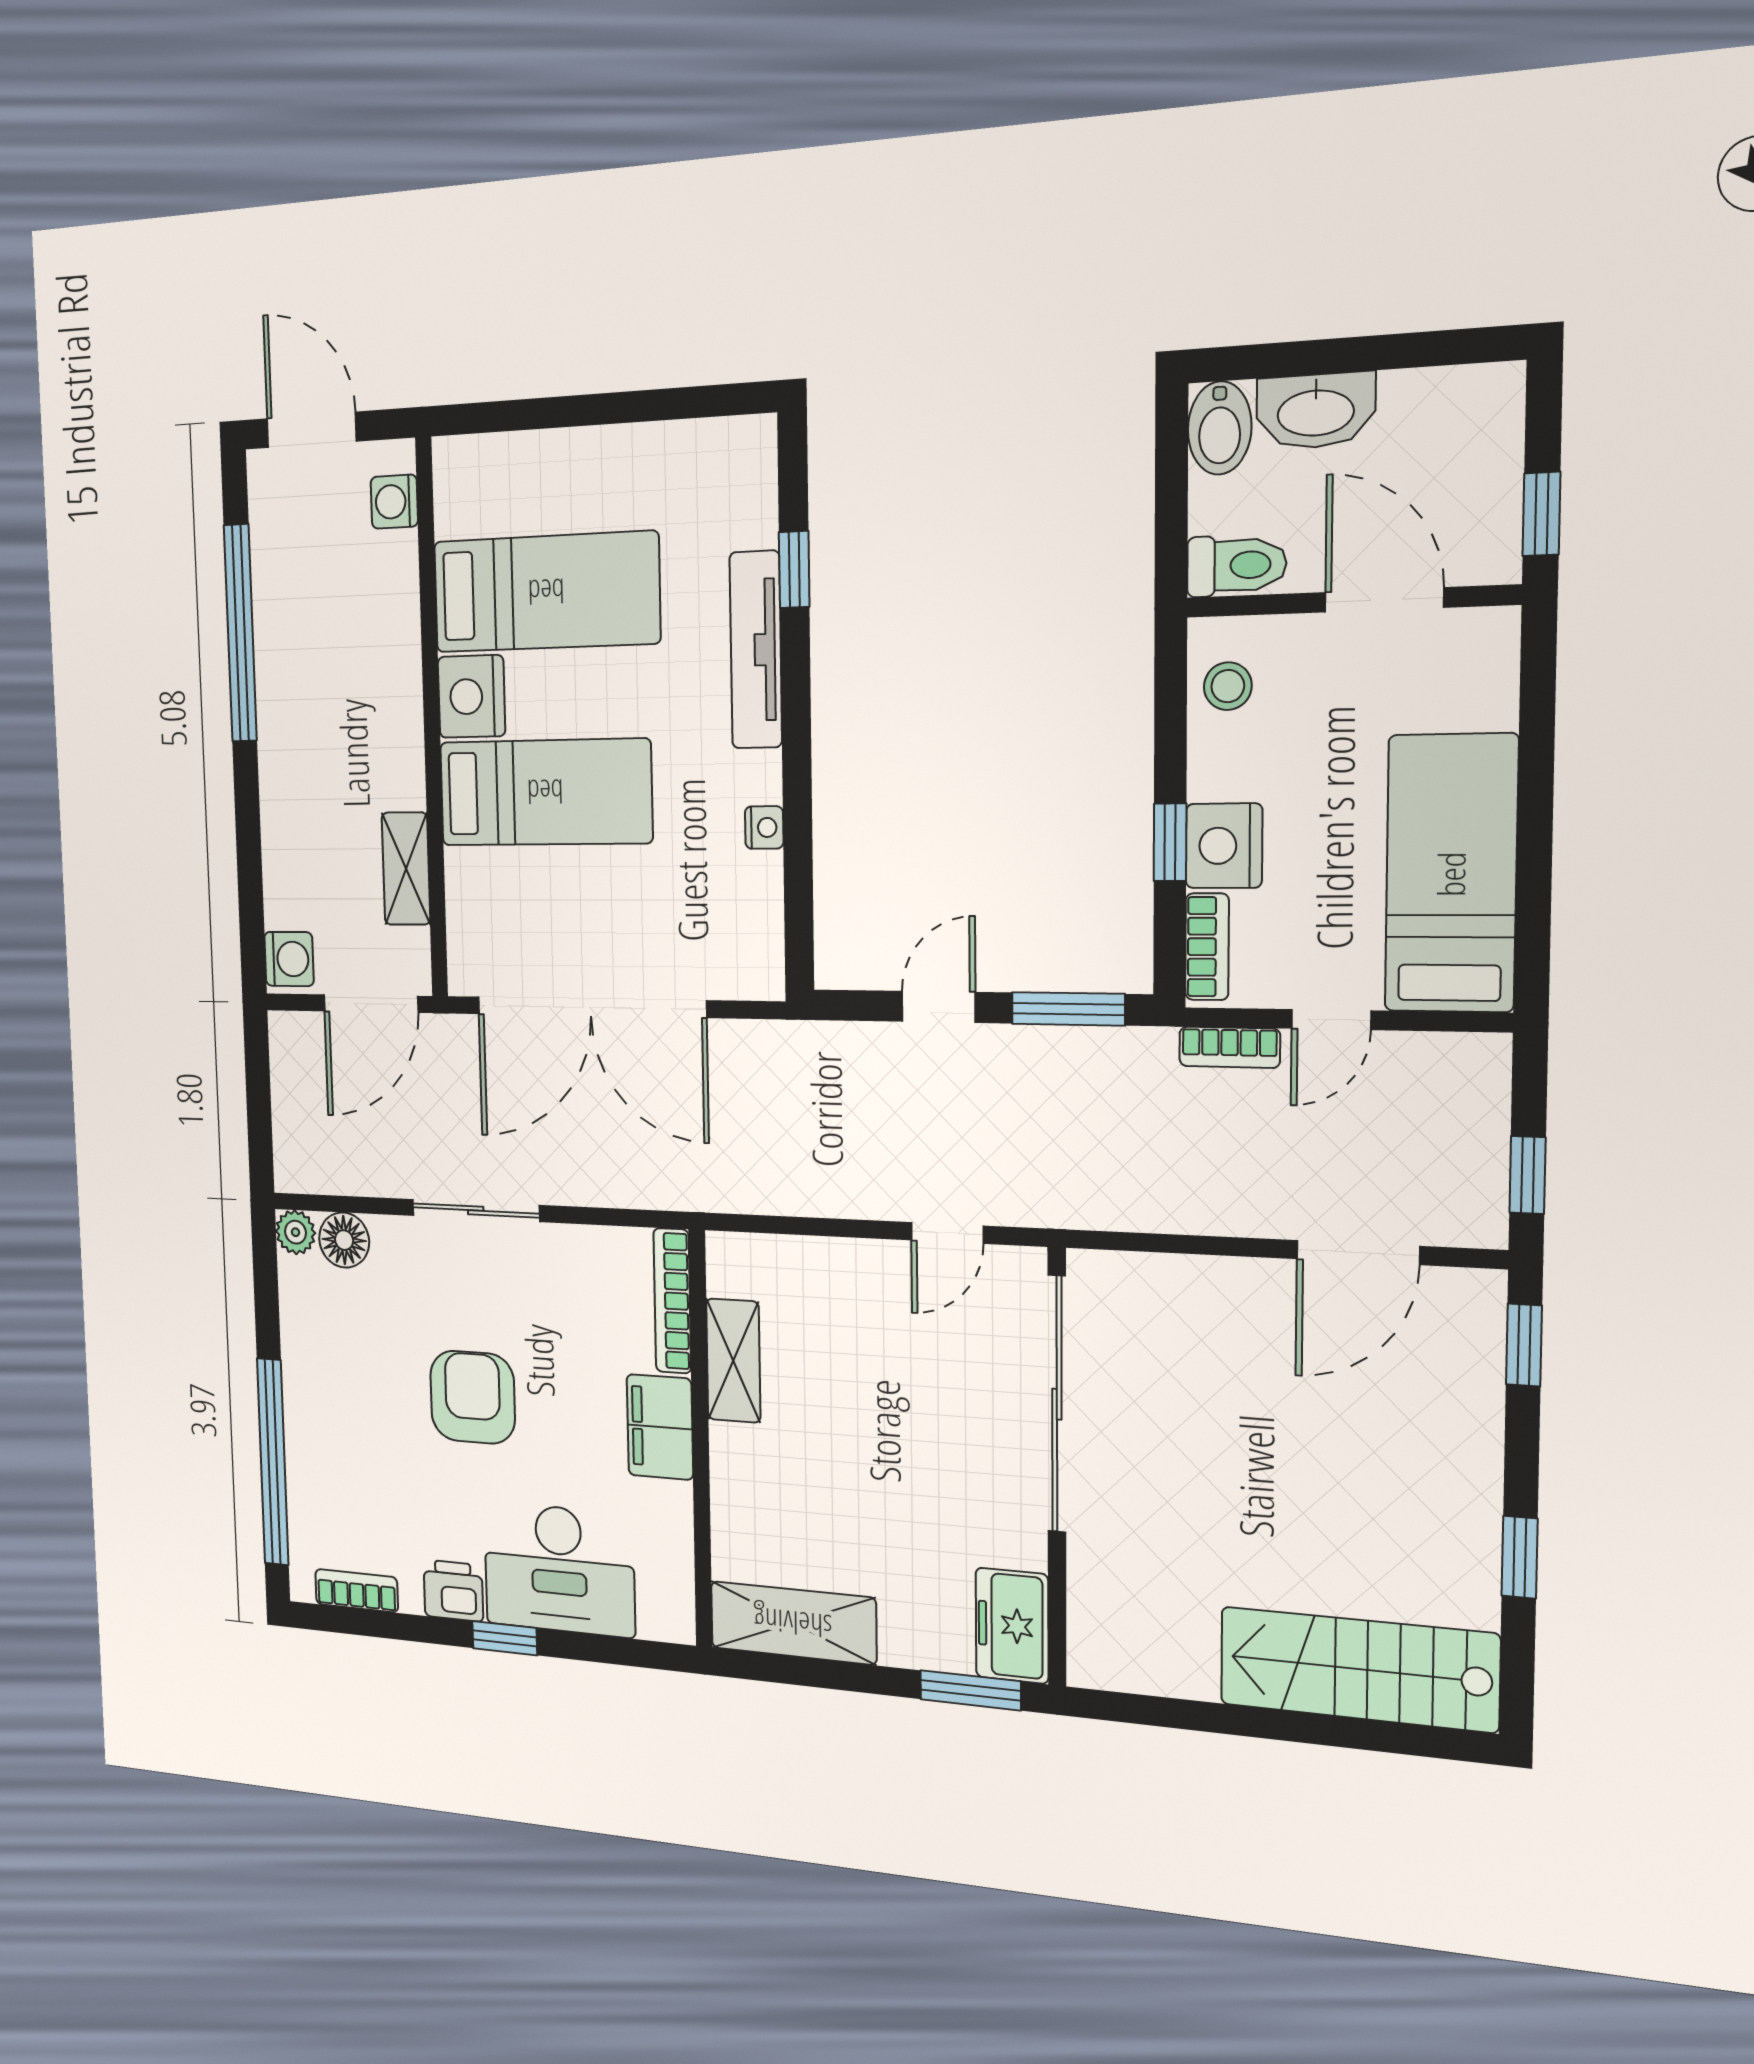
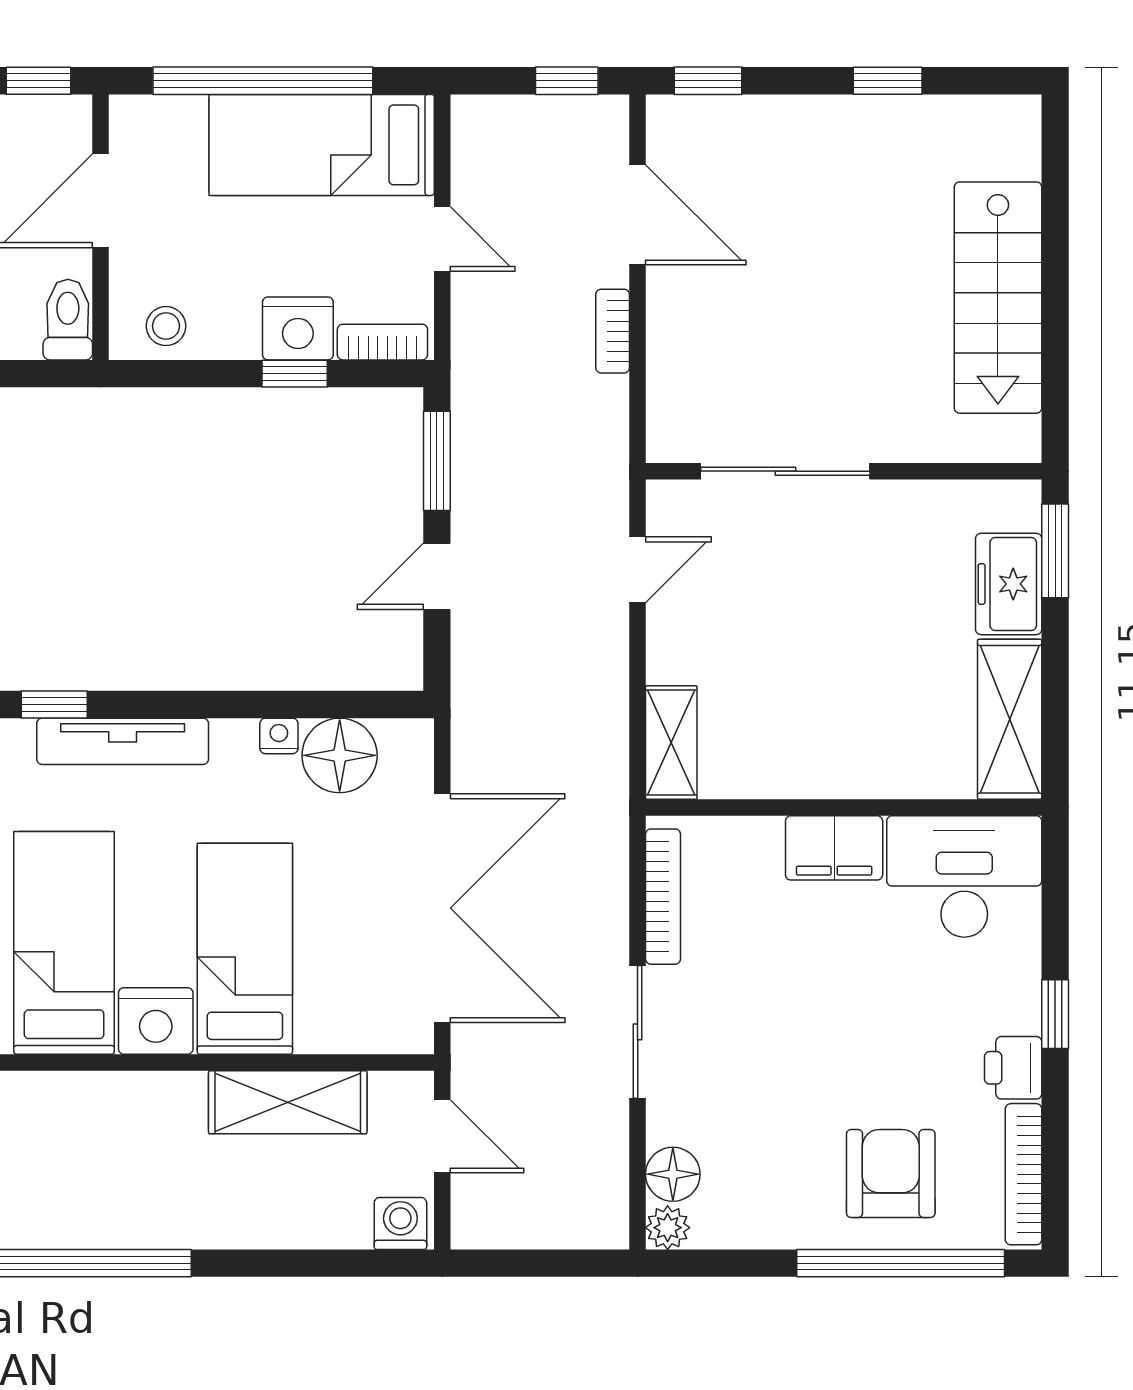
window: (1535, 800) -> (263, 81), added
shelving: (406, 869) -> (288, 1102), width x1.50, depth x1.33
floor lamp: (745, 896) -> (340, 755), added
door: (371, 1004) -> (442, 1136), width x0.73
door: (939, 1007) -> (437, 576), hinge flipped
bookcase: (1230, 1047) -> (613, 331), moved, turned 180
door: (947, 1233) -> (638, 570), hinge flipped
bookcase: (672, 1301) -> (663, 897), moved, turned -90
shelving: (733, 1361) -> (671, 743), moved, turned 90
armchair: (473, 1397) -> (891, 1174), moved, turned 90
sliding door: (1057, 1404) -> (785, 471), width x0.73
desk: (559, 1569) -> (964, 876), moved, turned -90
bookcase: (356, 1591) -> (1024, 1174), width x1.56
freezer: (1012, 1626) -> (1009, 584), moved, turned 90
stairs: (1358, 1669) -> (998, 298), moved

